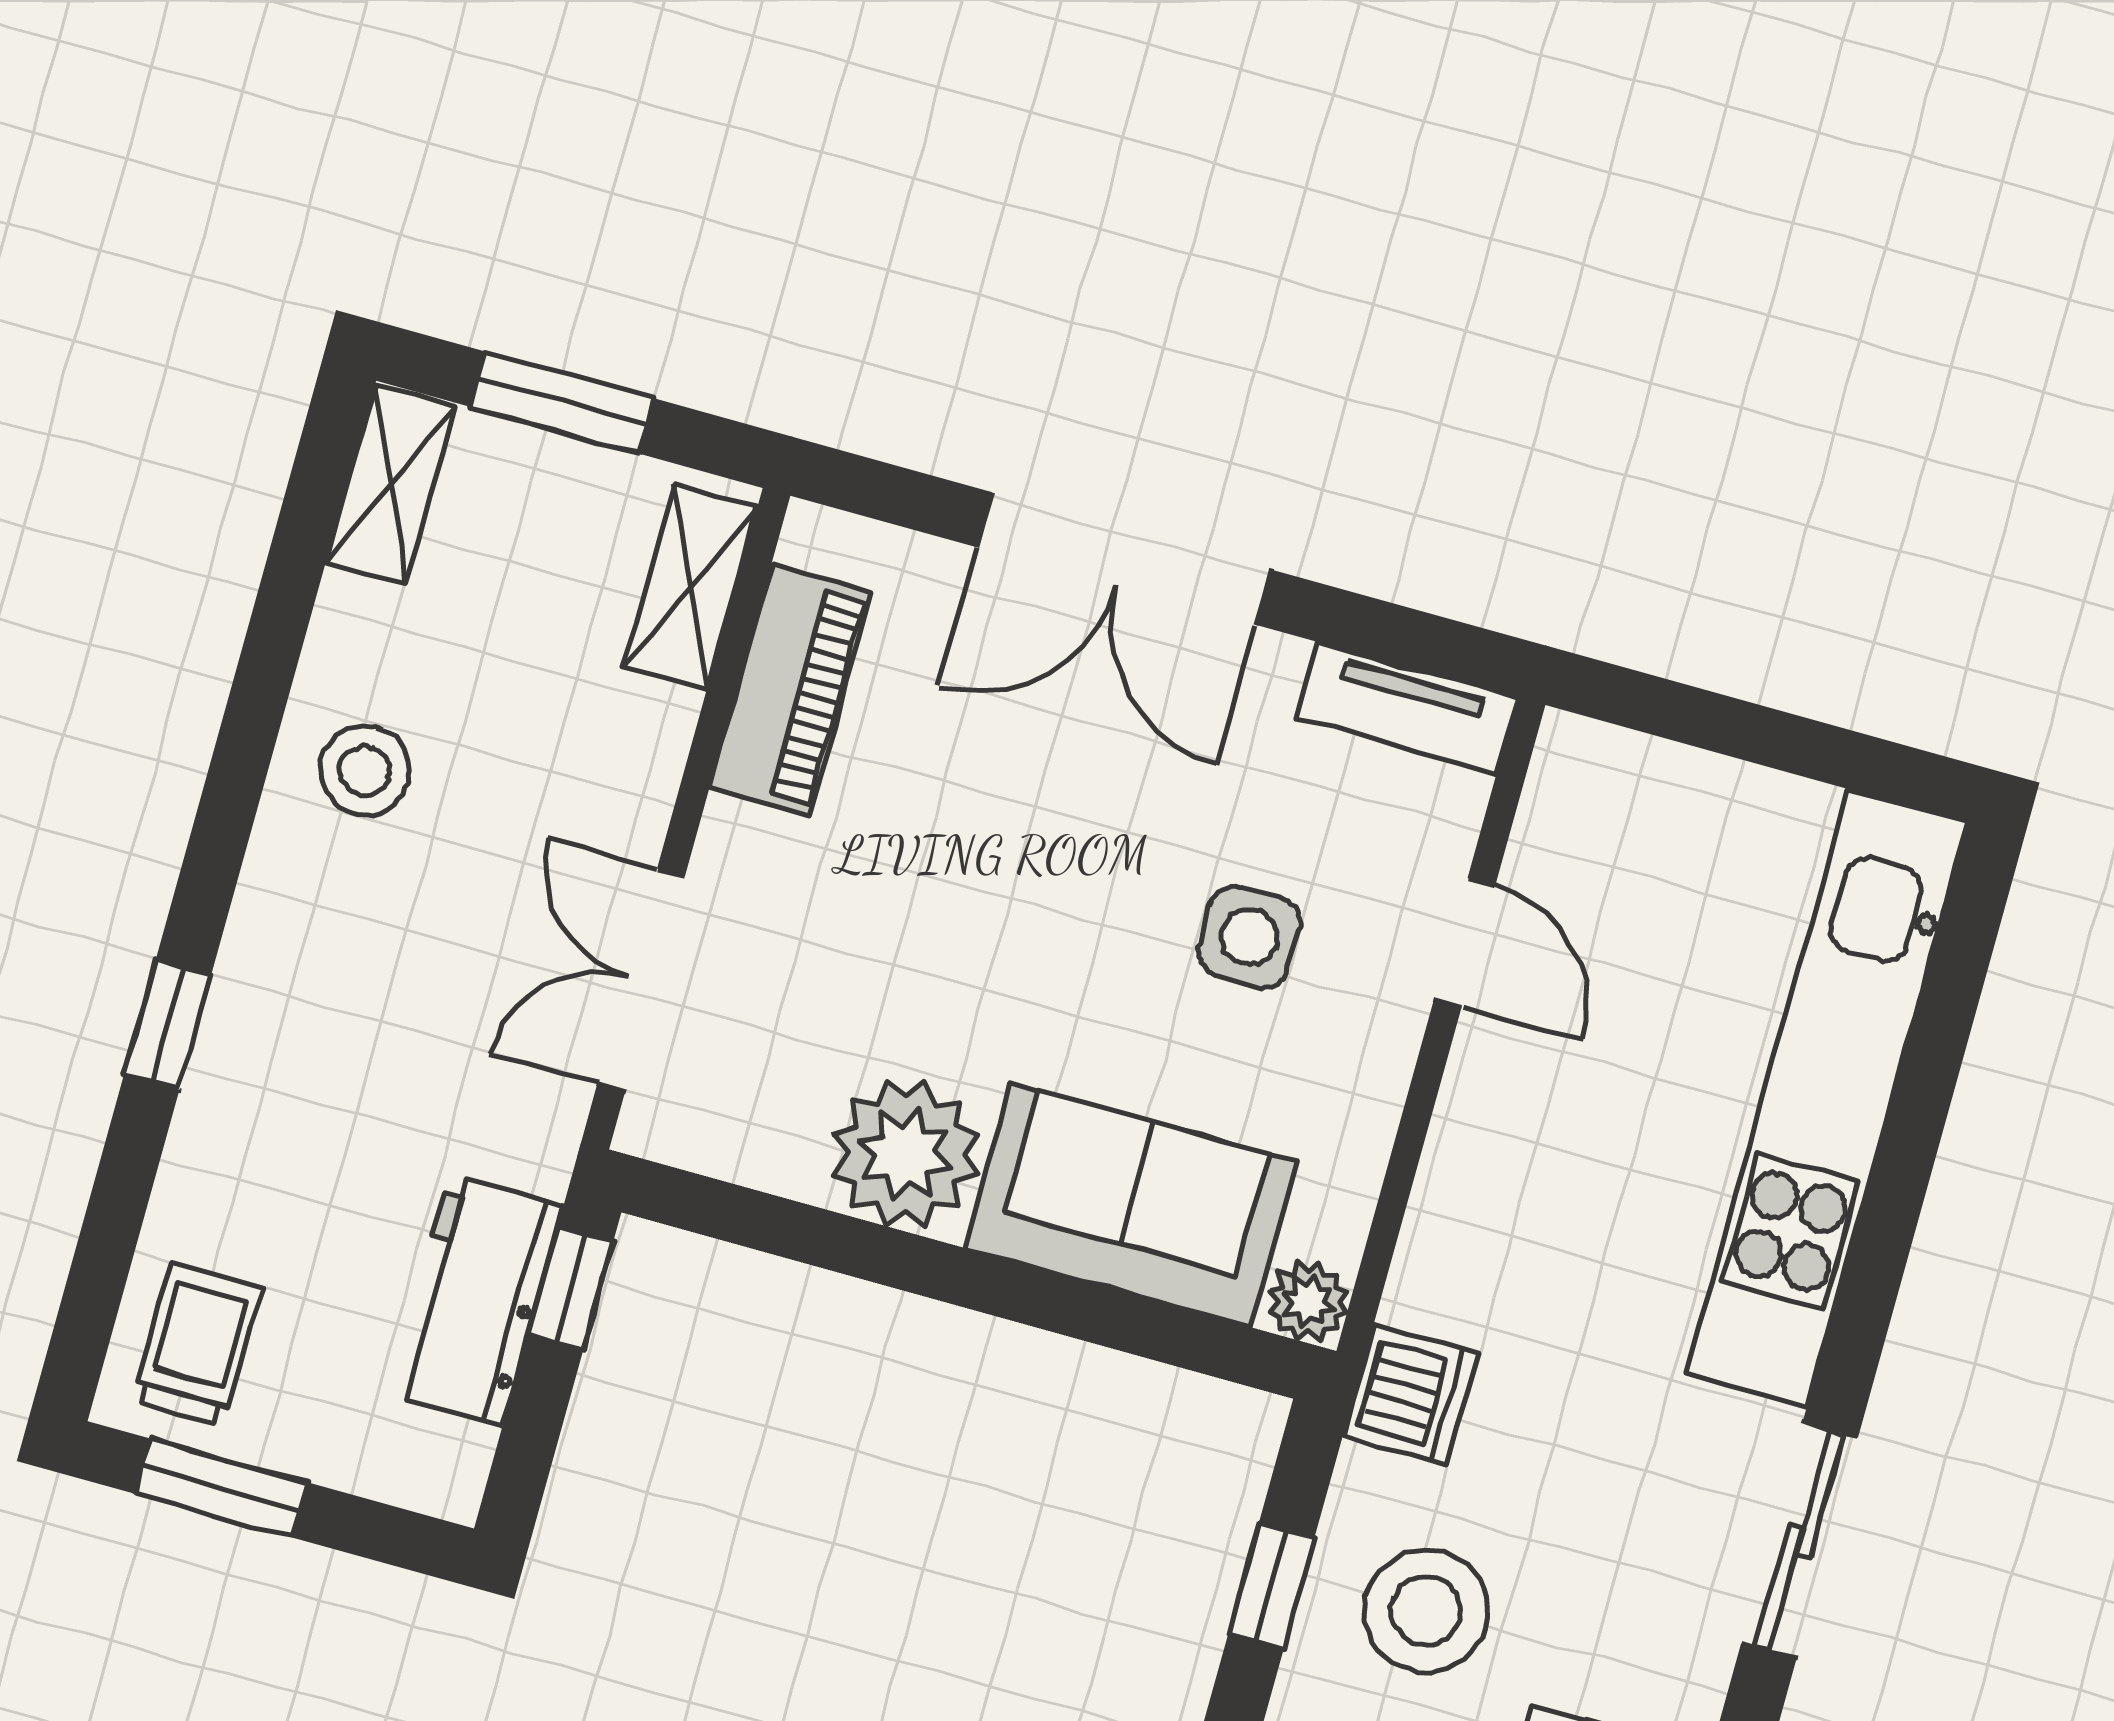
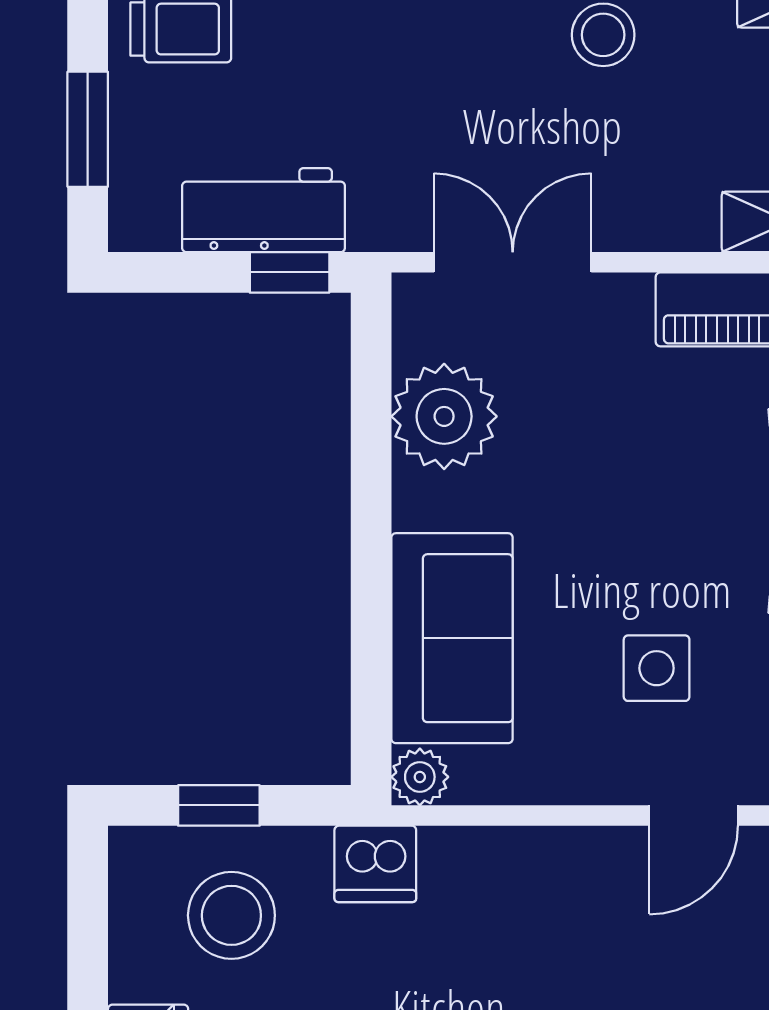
plant: (905, 1154) -> (444, 416), moved
window: (221, 1488) -> (88, 129), moved

